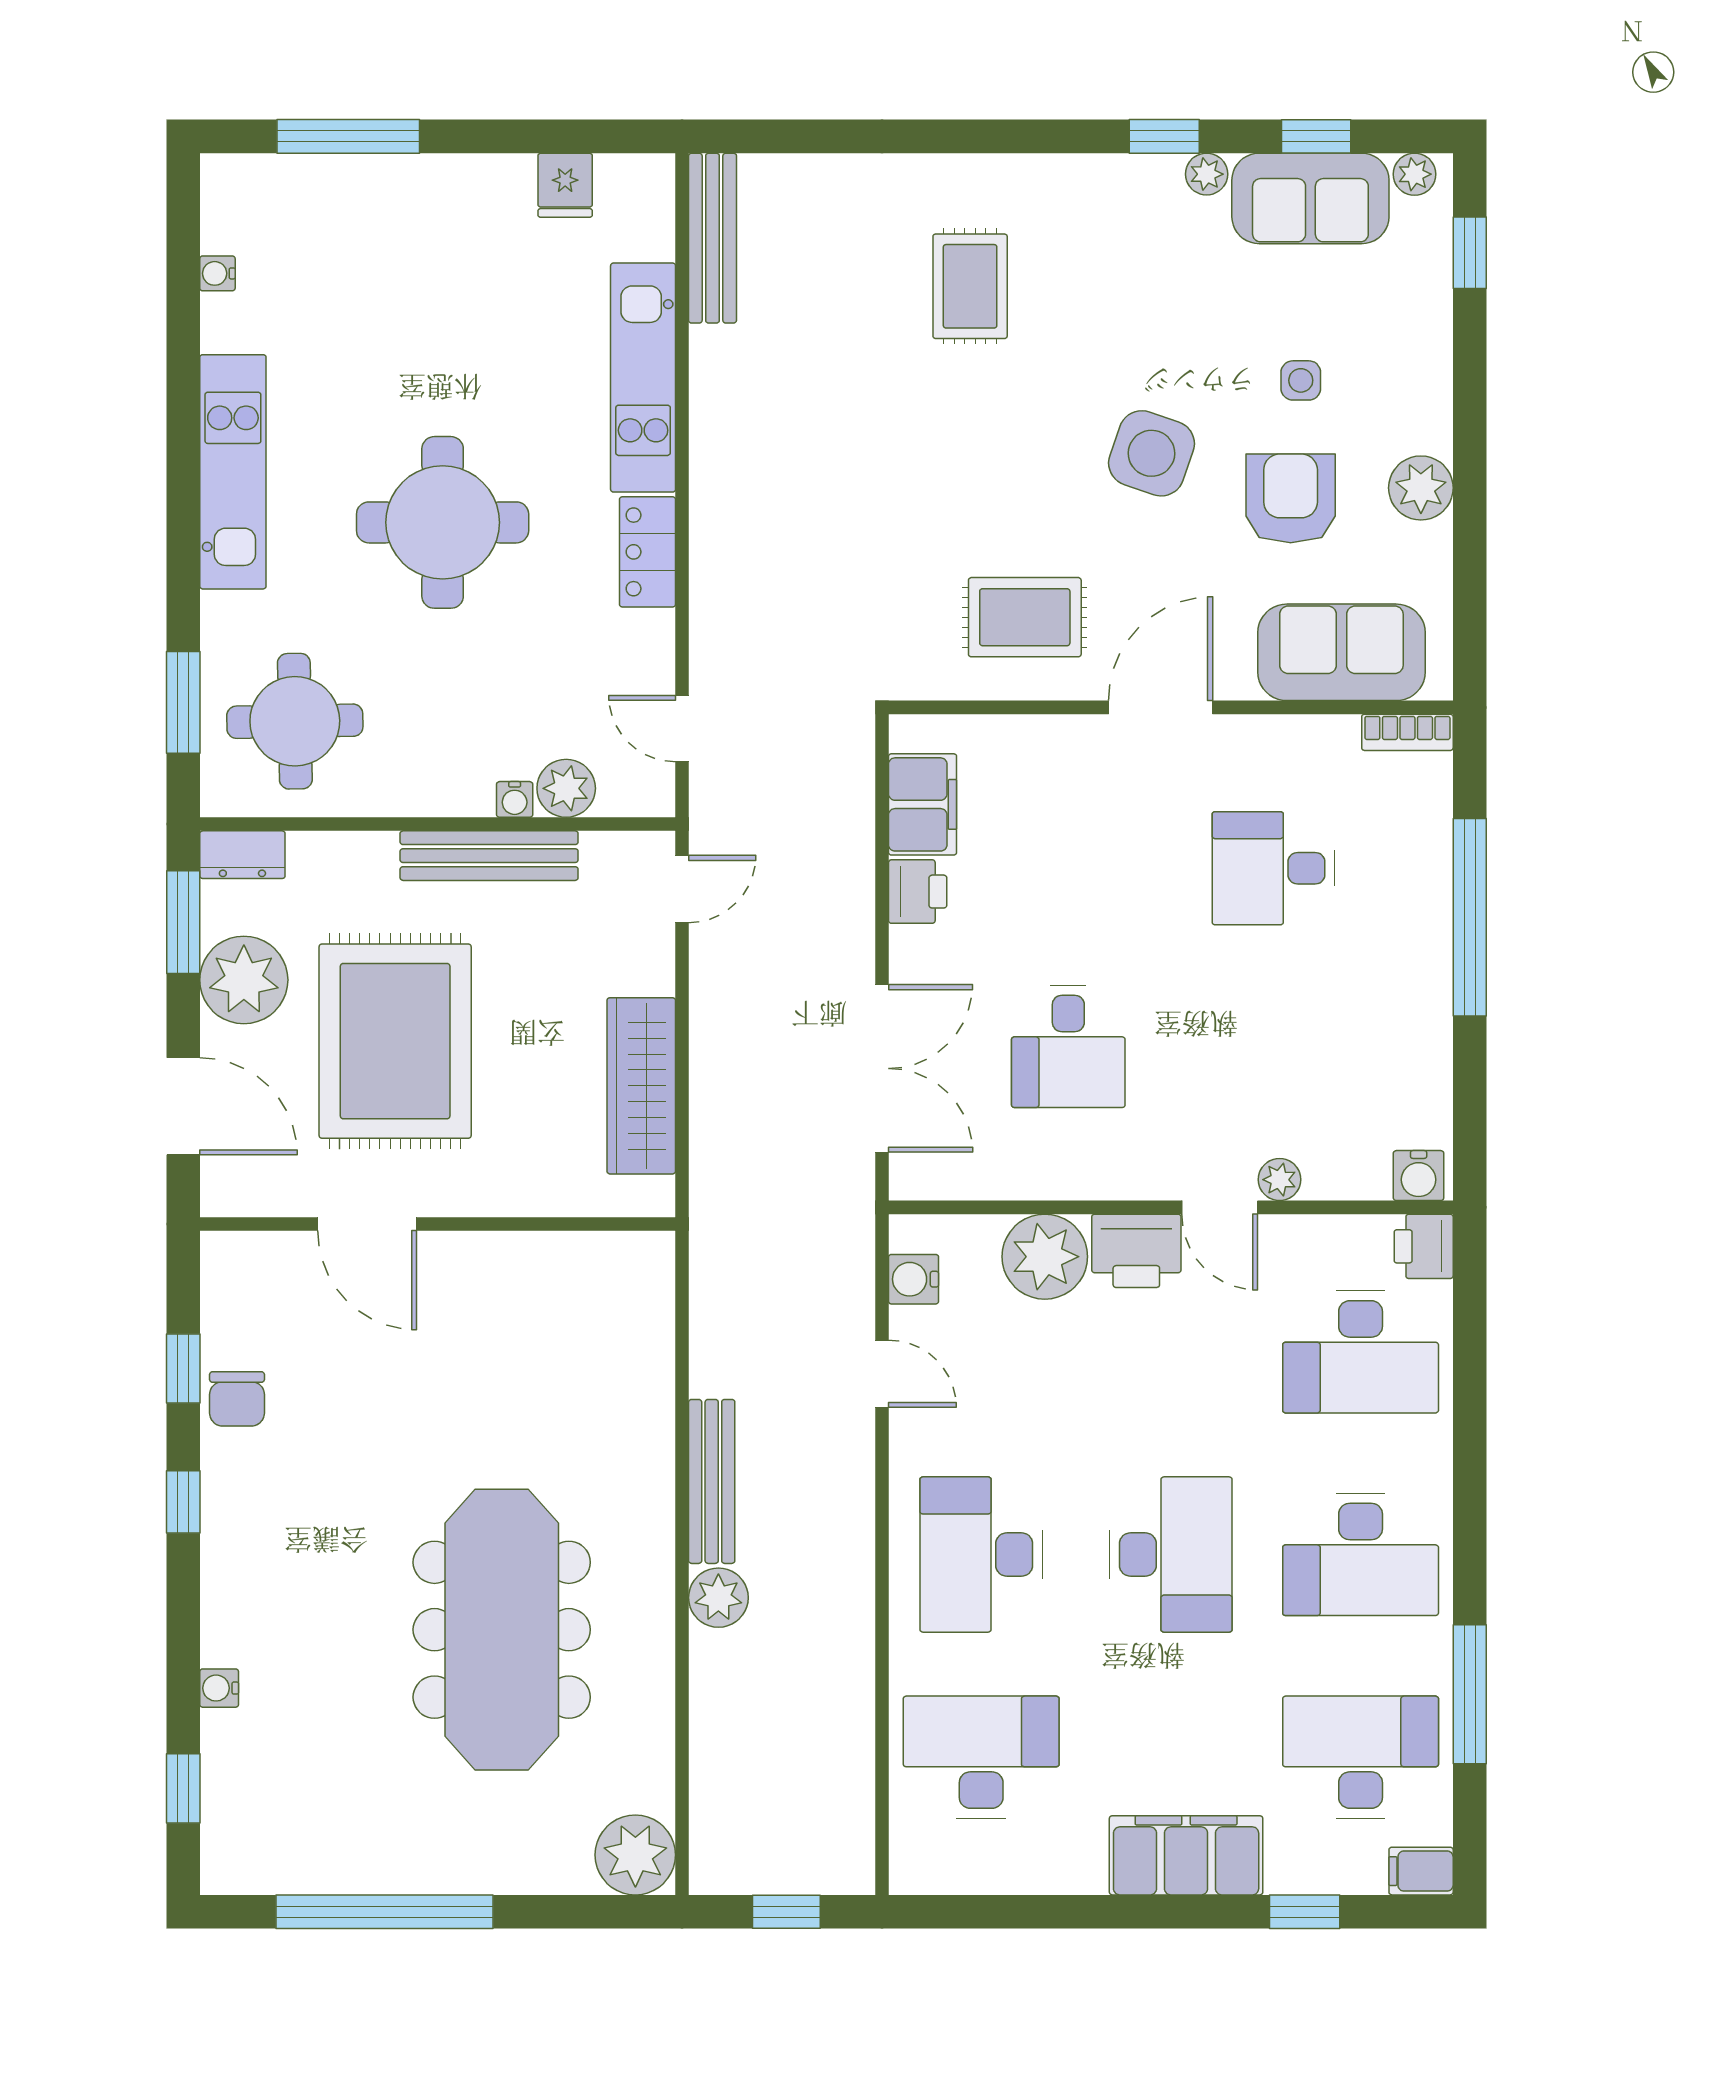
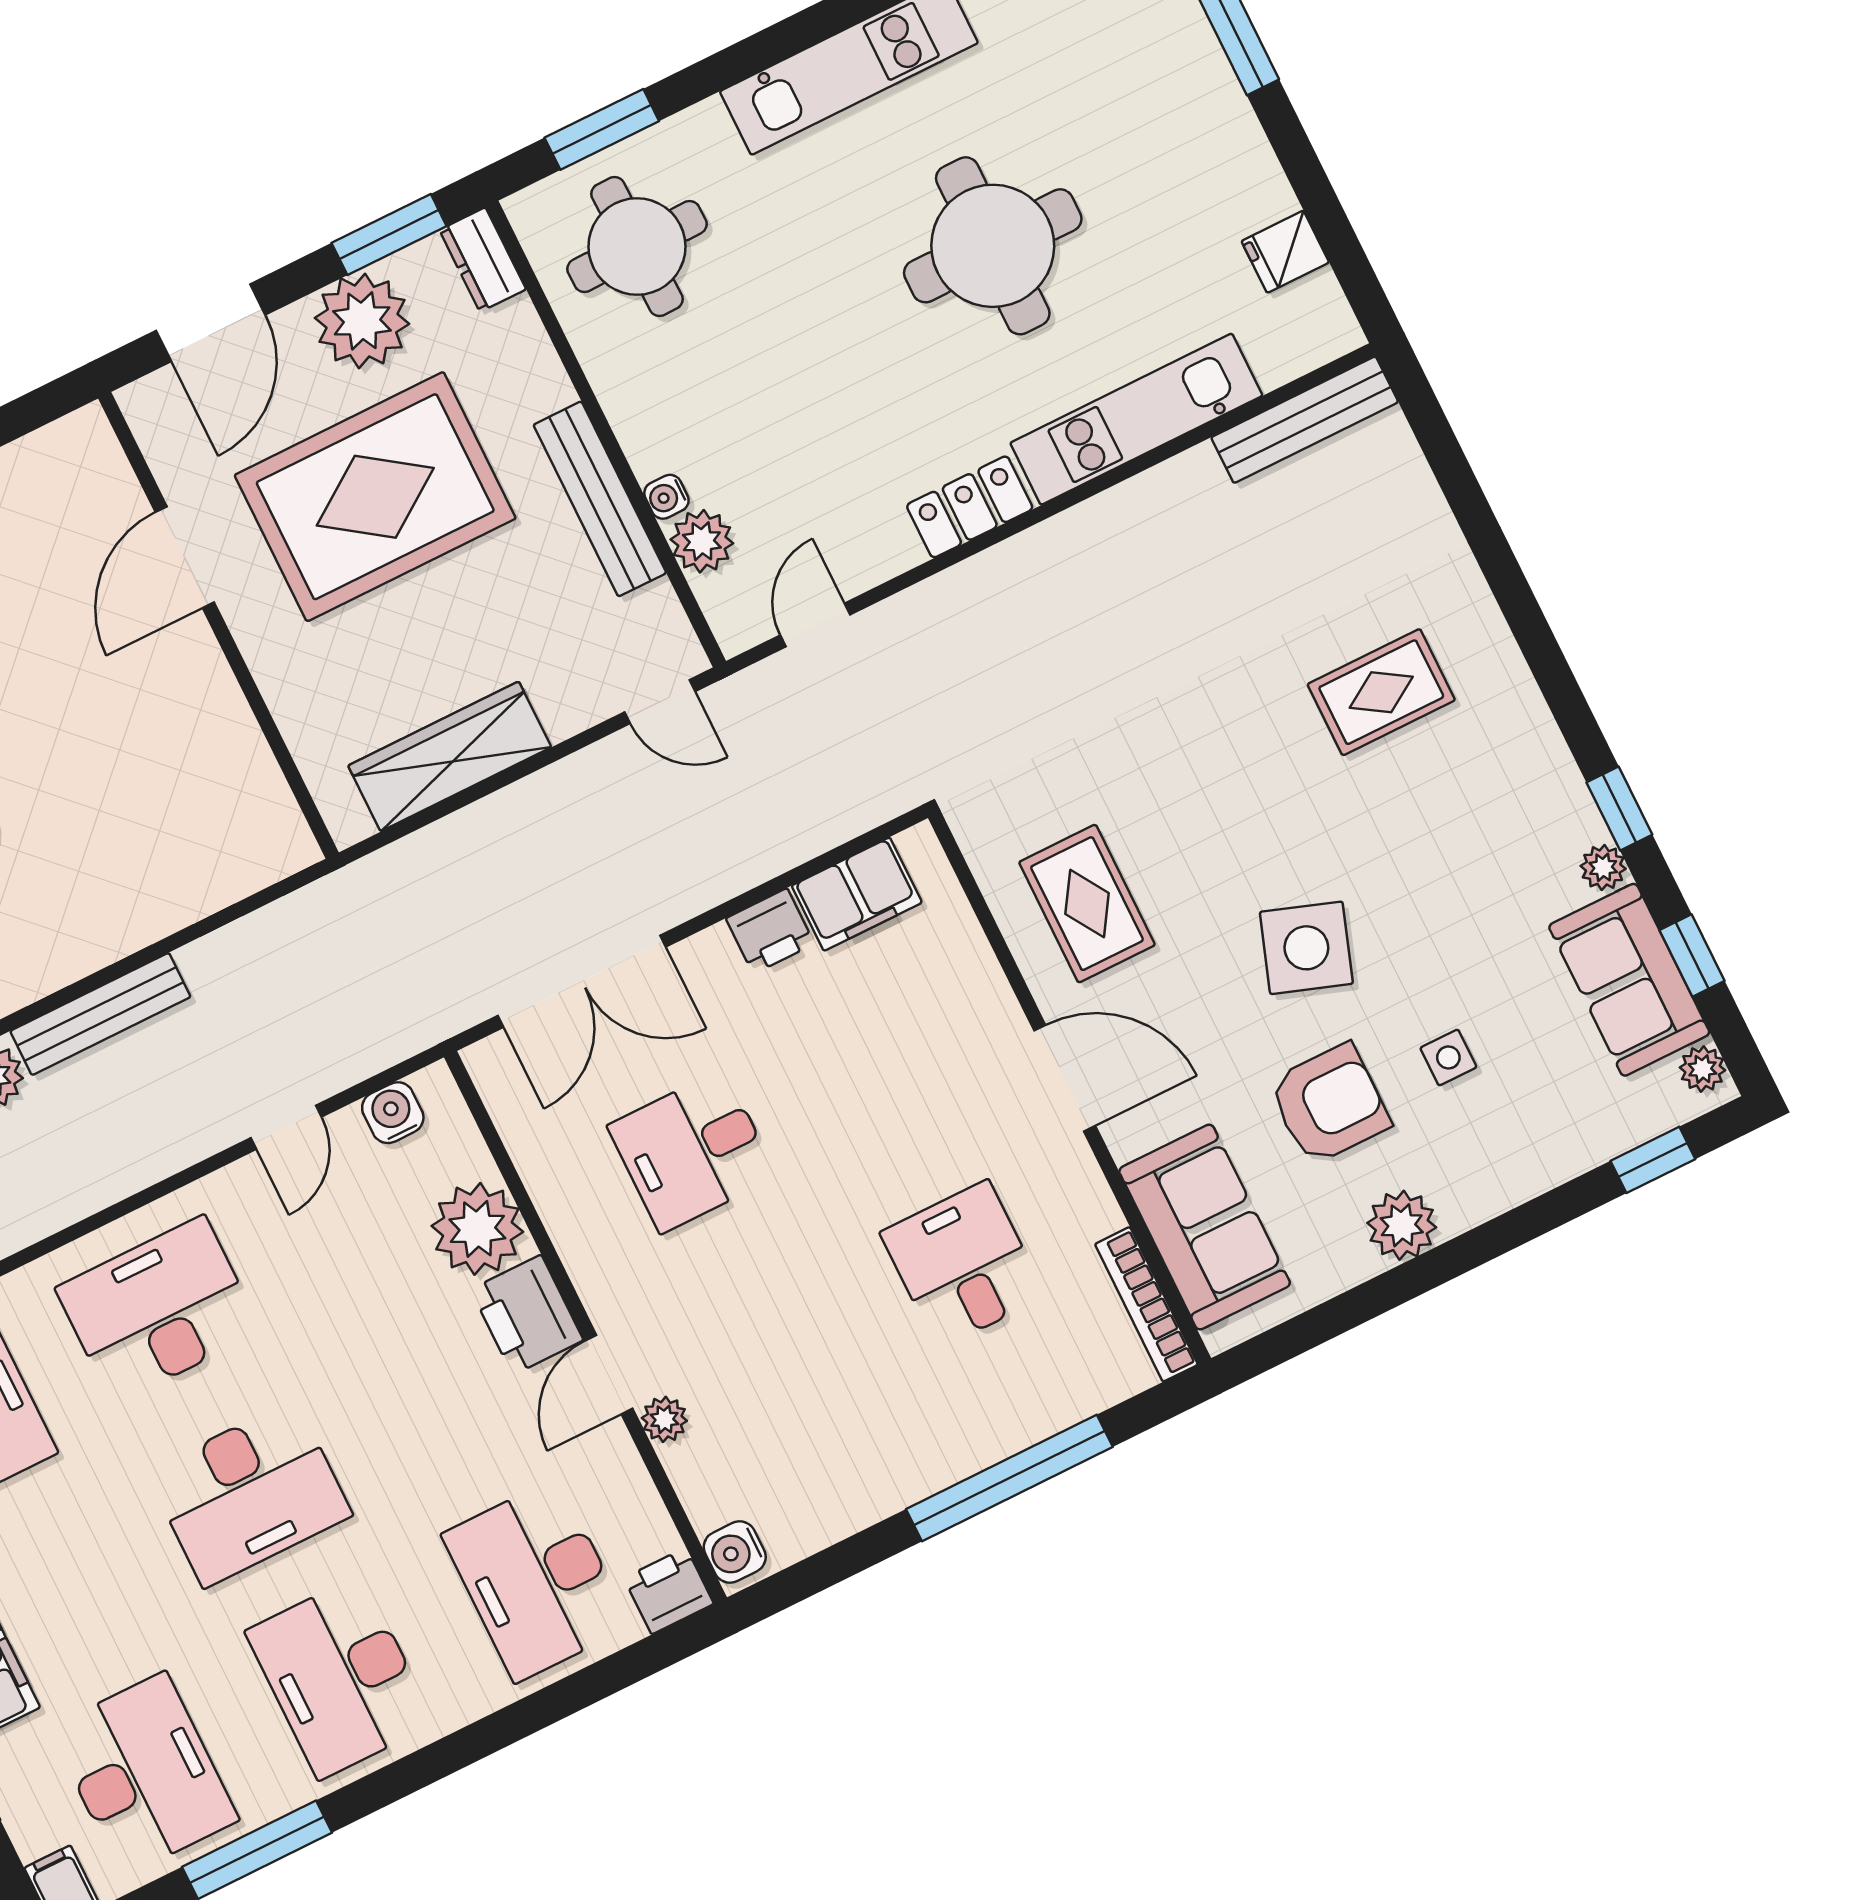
round table: (443, 522) -> (993, 246), moved
bookcase: (1407, 732) -> (1146, 1304), width x1.56

